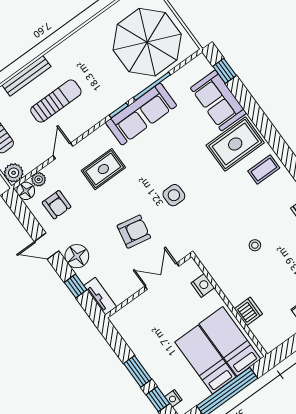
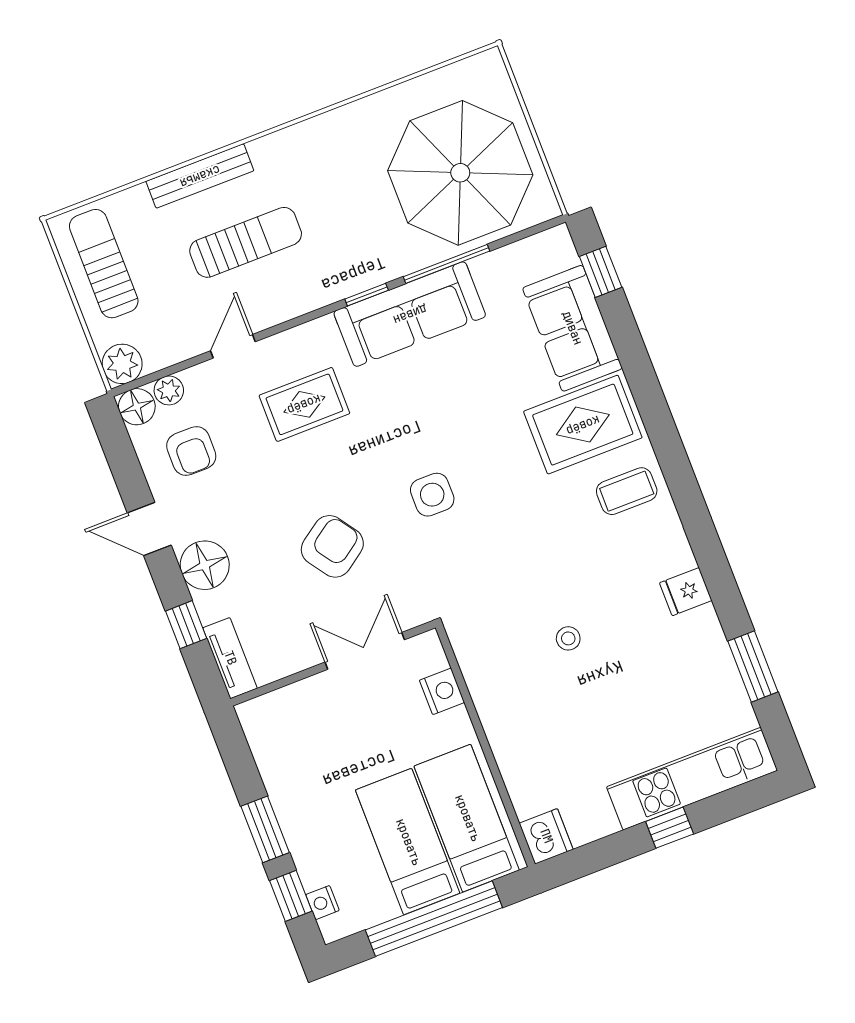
armchair: (134, 232) -> (332, 546), turned -46
dishwasher: (248, 311) -> (546, 836), moved

